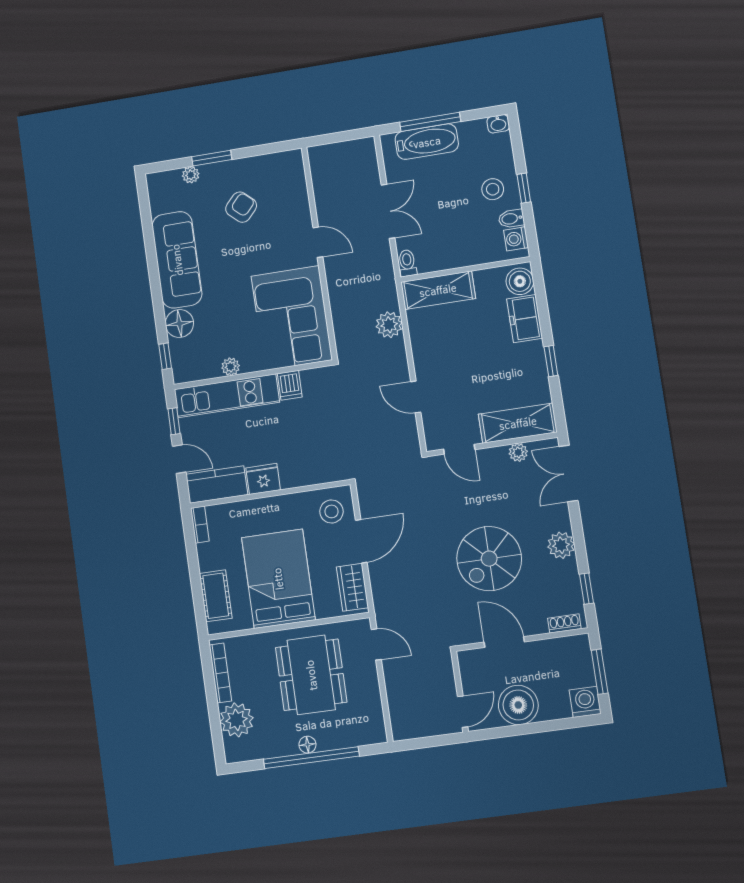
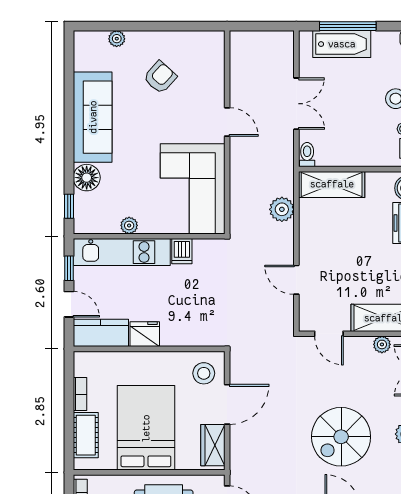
window: (212, 158) -> (139, 26), removed
bookcase: (200, 525) -> (80, 394), moved

